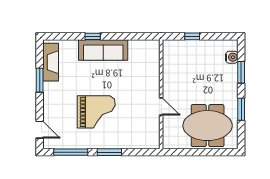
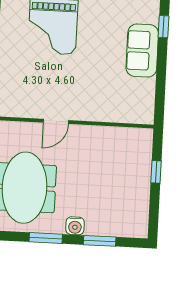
sofa: (103, 50) -> (142, 51), width x0.73
water cooler: (232, 57) -> (75, 226), moved

